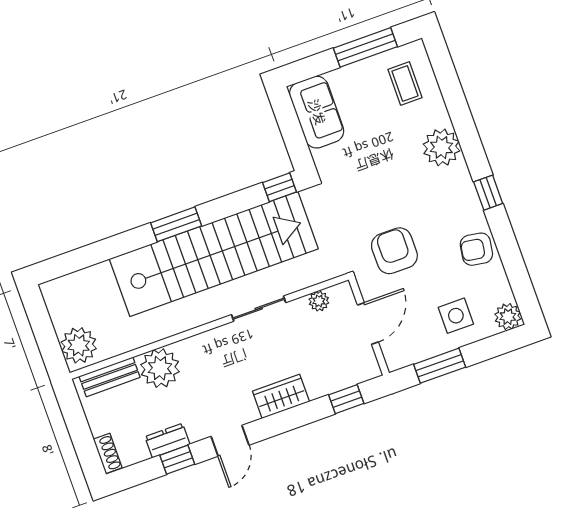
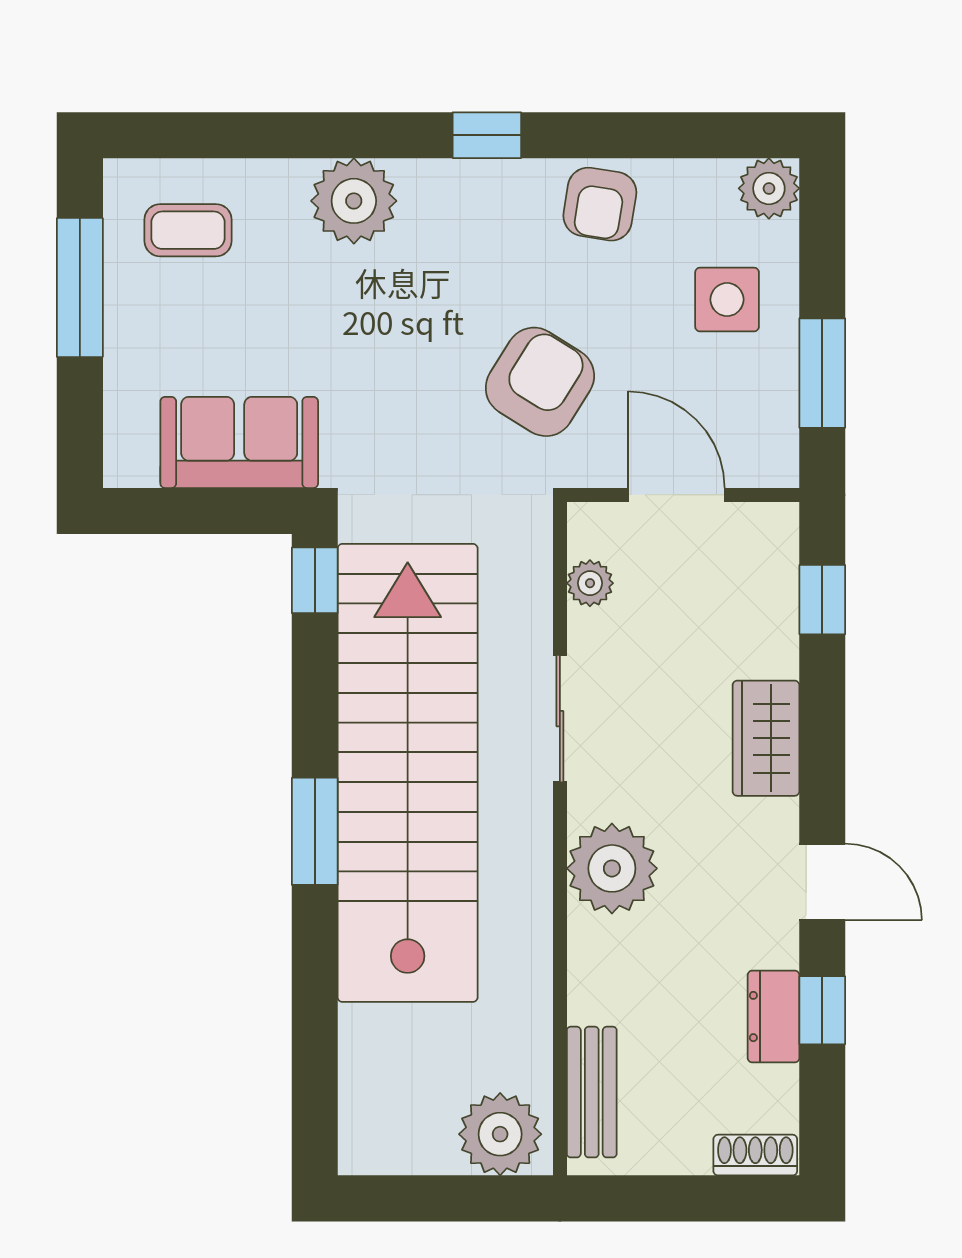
sofa: (317, 112) -> (239, 442), moved
armchair: (394, 251) -> (540, 382), turned 122
plant: (160, 368) -> (612, 868), moved

